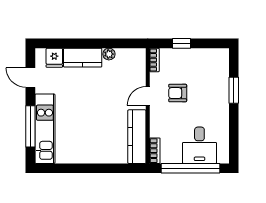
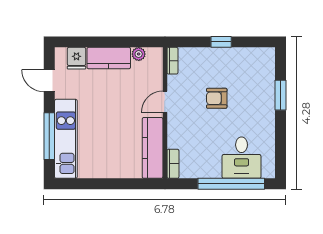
bookcase: (154, 60) -> (172, 61), moved
door: (148, 96) -> (165, 102), moved
wall: (148, 106) -> (165, 113), moved
kitchen counter: (137, 137) -> (153, 148), moved
bookcase: (155, 151) -> (173, 164), moved

